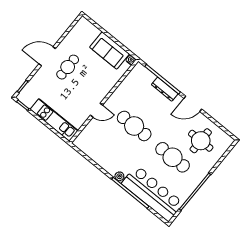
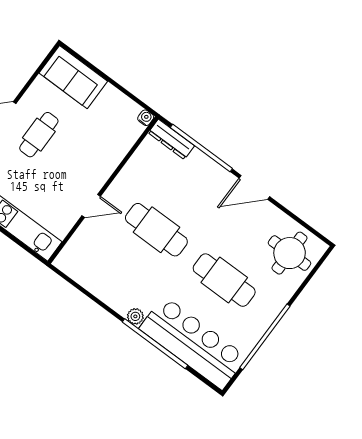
sofa: (109, 50) -> (73, 77), moved
dresser: (165, 89) -> (171, 139), moved
round table: (201, 141) -> (290, 253), moved

